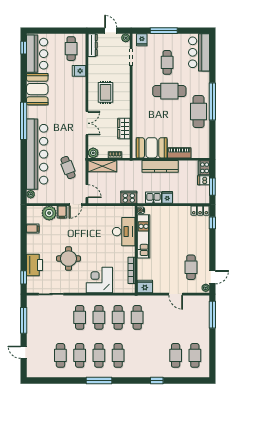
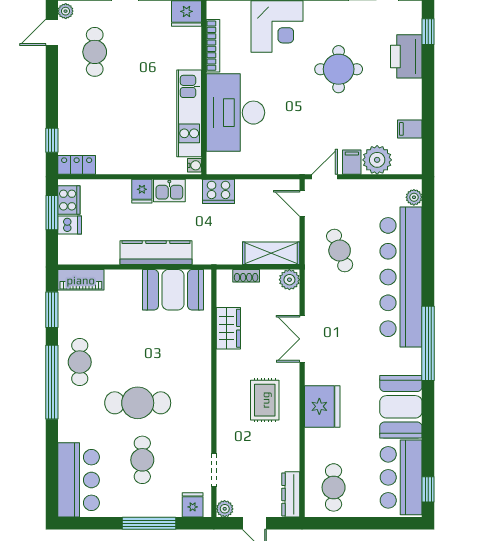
fridge: (79, 71) -> (322, 406), moved, width x1.88, depth x1.34
cafe table: (198, 112) -> (80, 362), width x0.73, depth x0.74
window: (212, 138) -> (52, 310), added
piano: (179, 153) -> (81, 280), moved
cooker: (204, 168) -> (69, 200), moved
desk: (124, 232) -> (235, 113), width x1.36, depth x1.30

